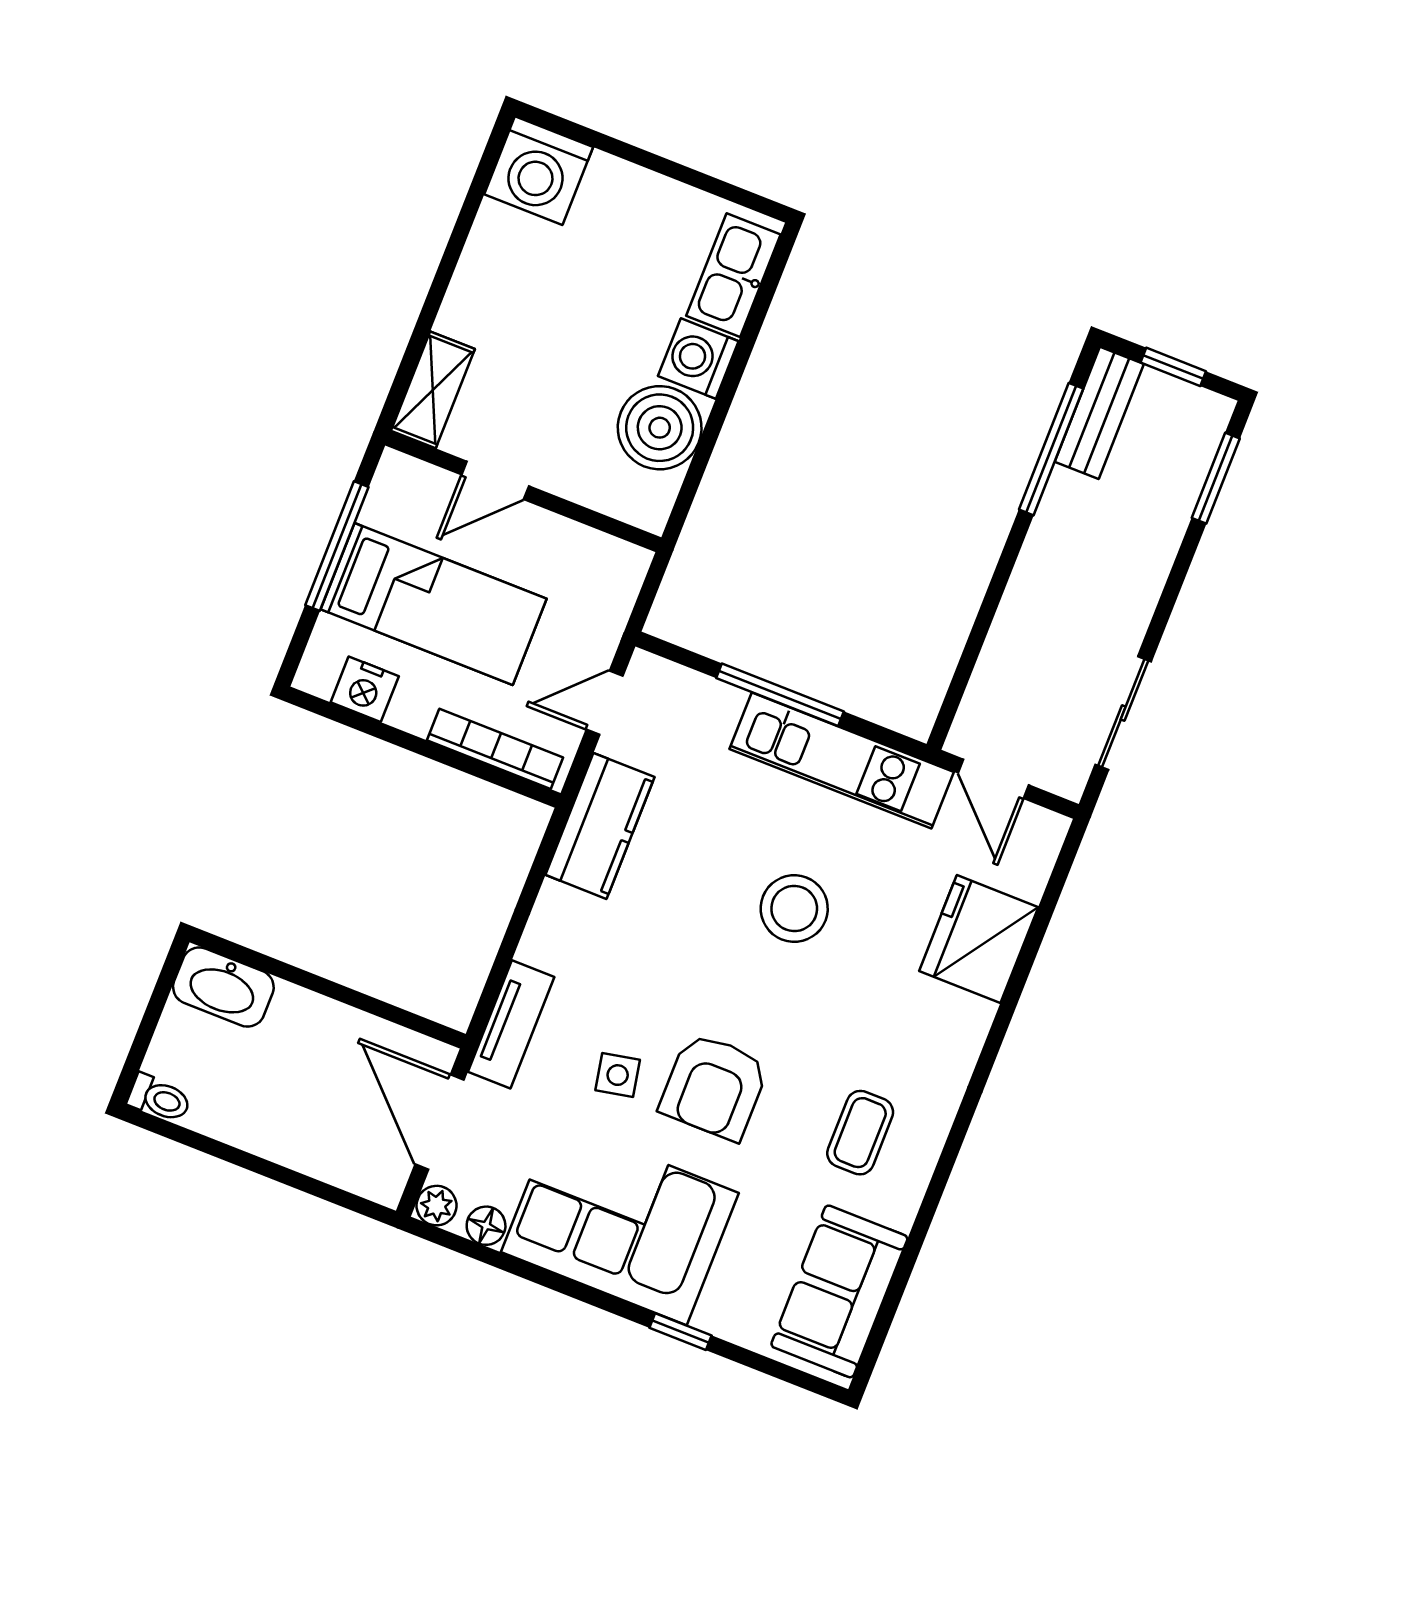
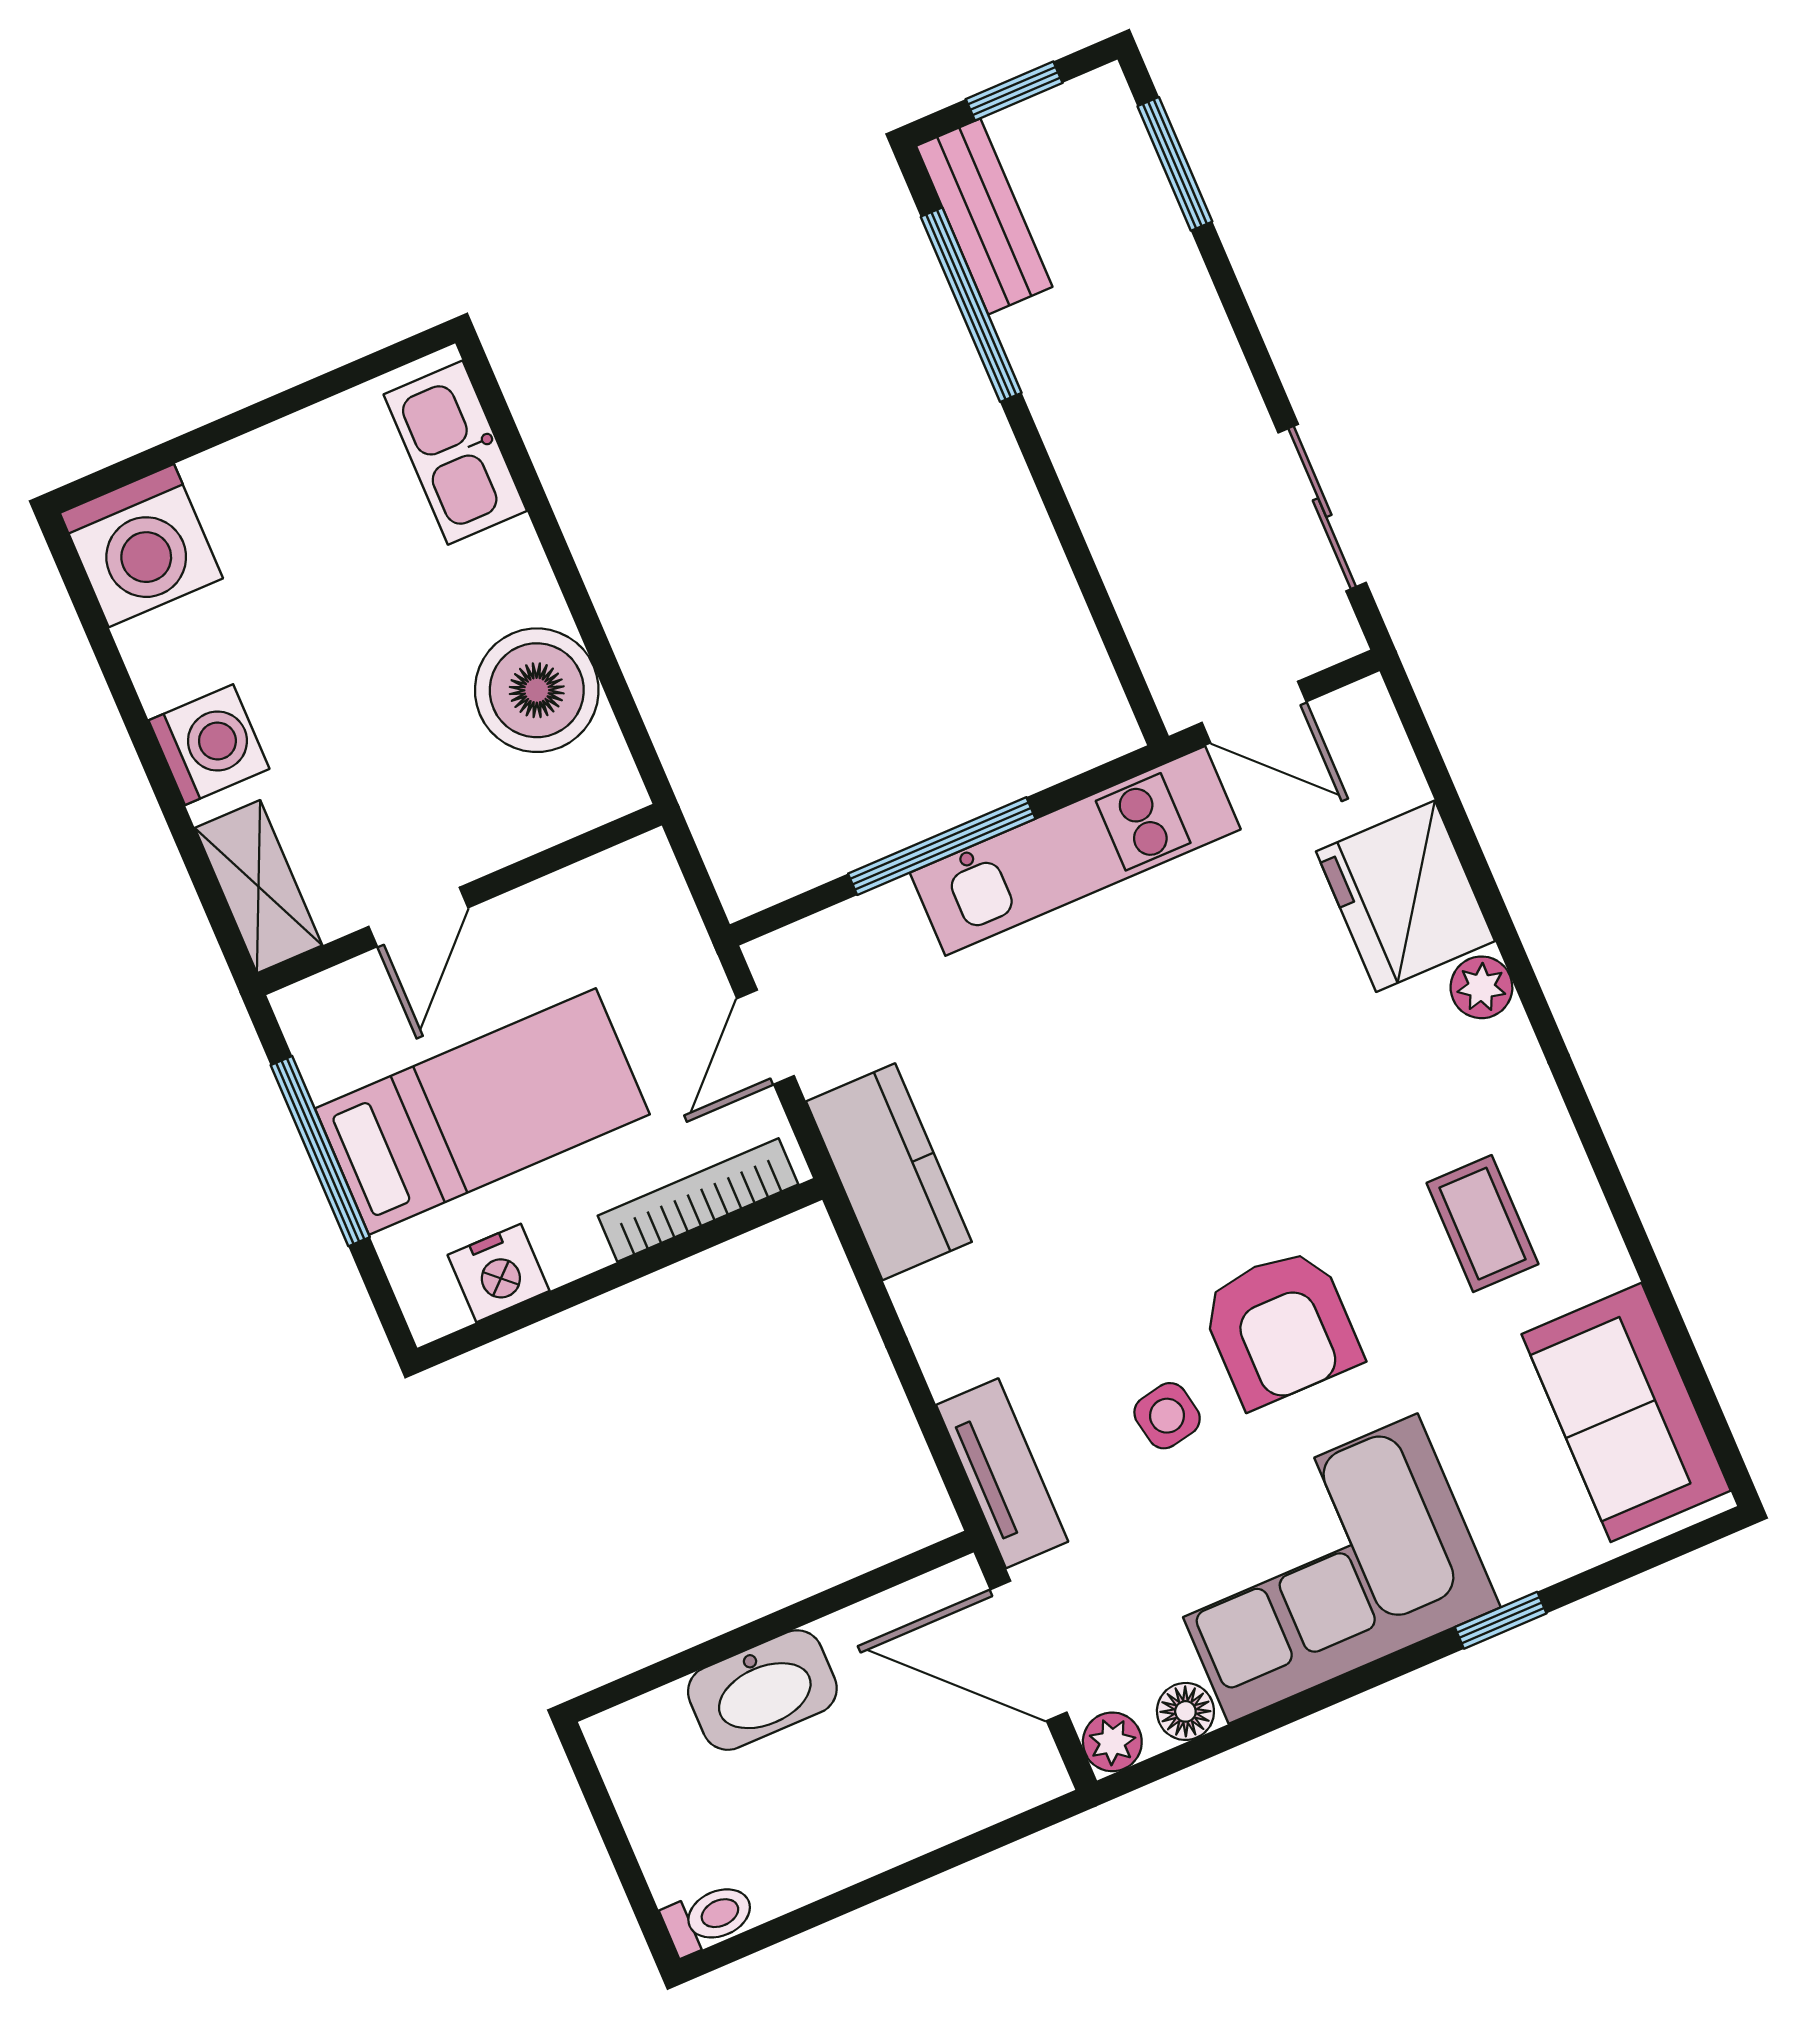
washing machine: (698, 359) -> (209, 745), moved, turned 180
stool: (794, 909) -> (1179, 1056), removed
washbasin: (223, 987) -> (762, 1690), moved
plant: (972, 1019) -> (1481, 987), added

